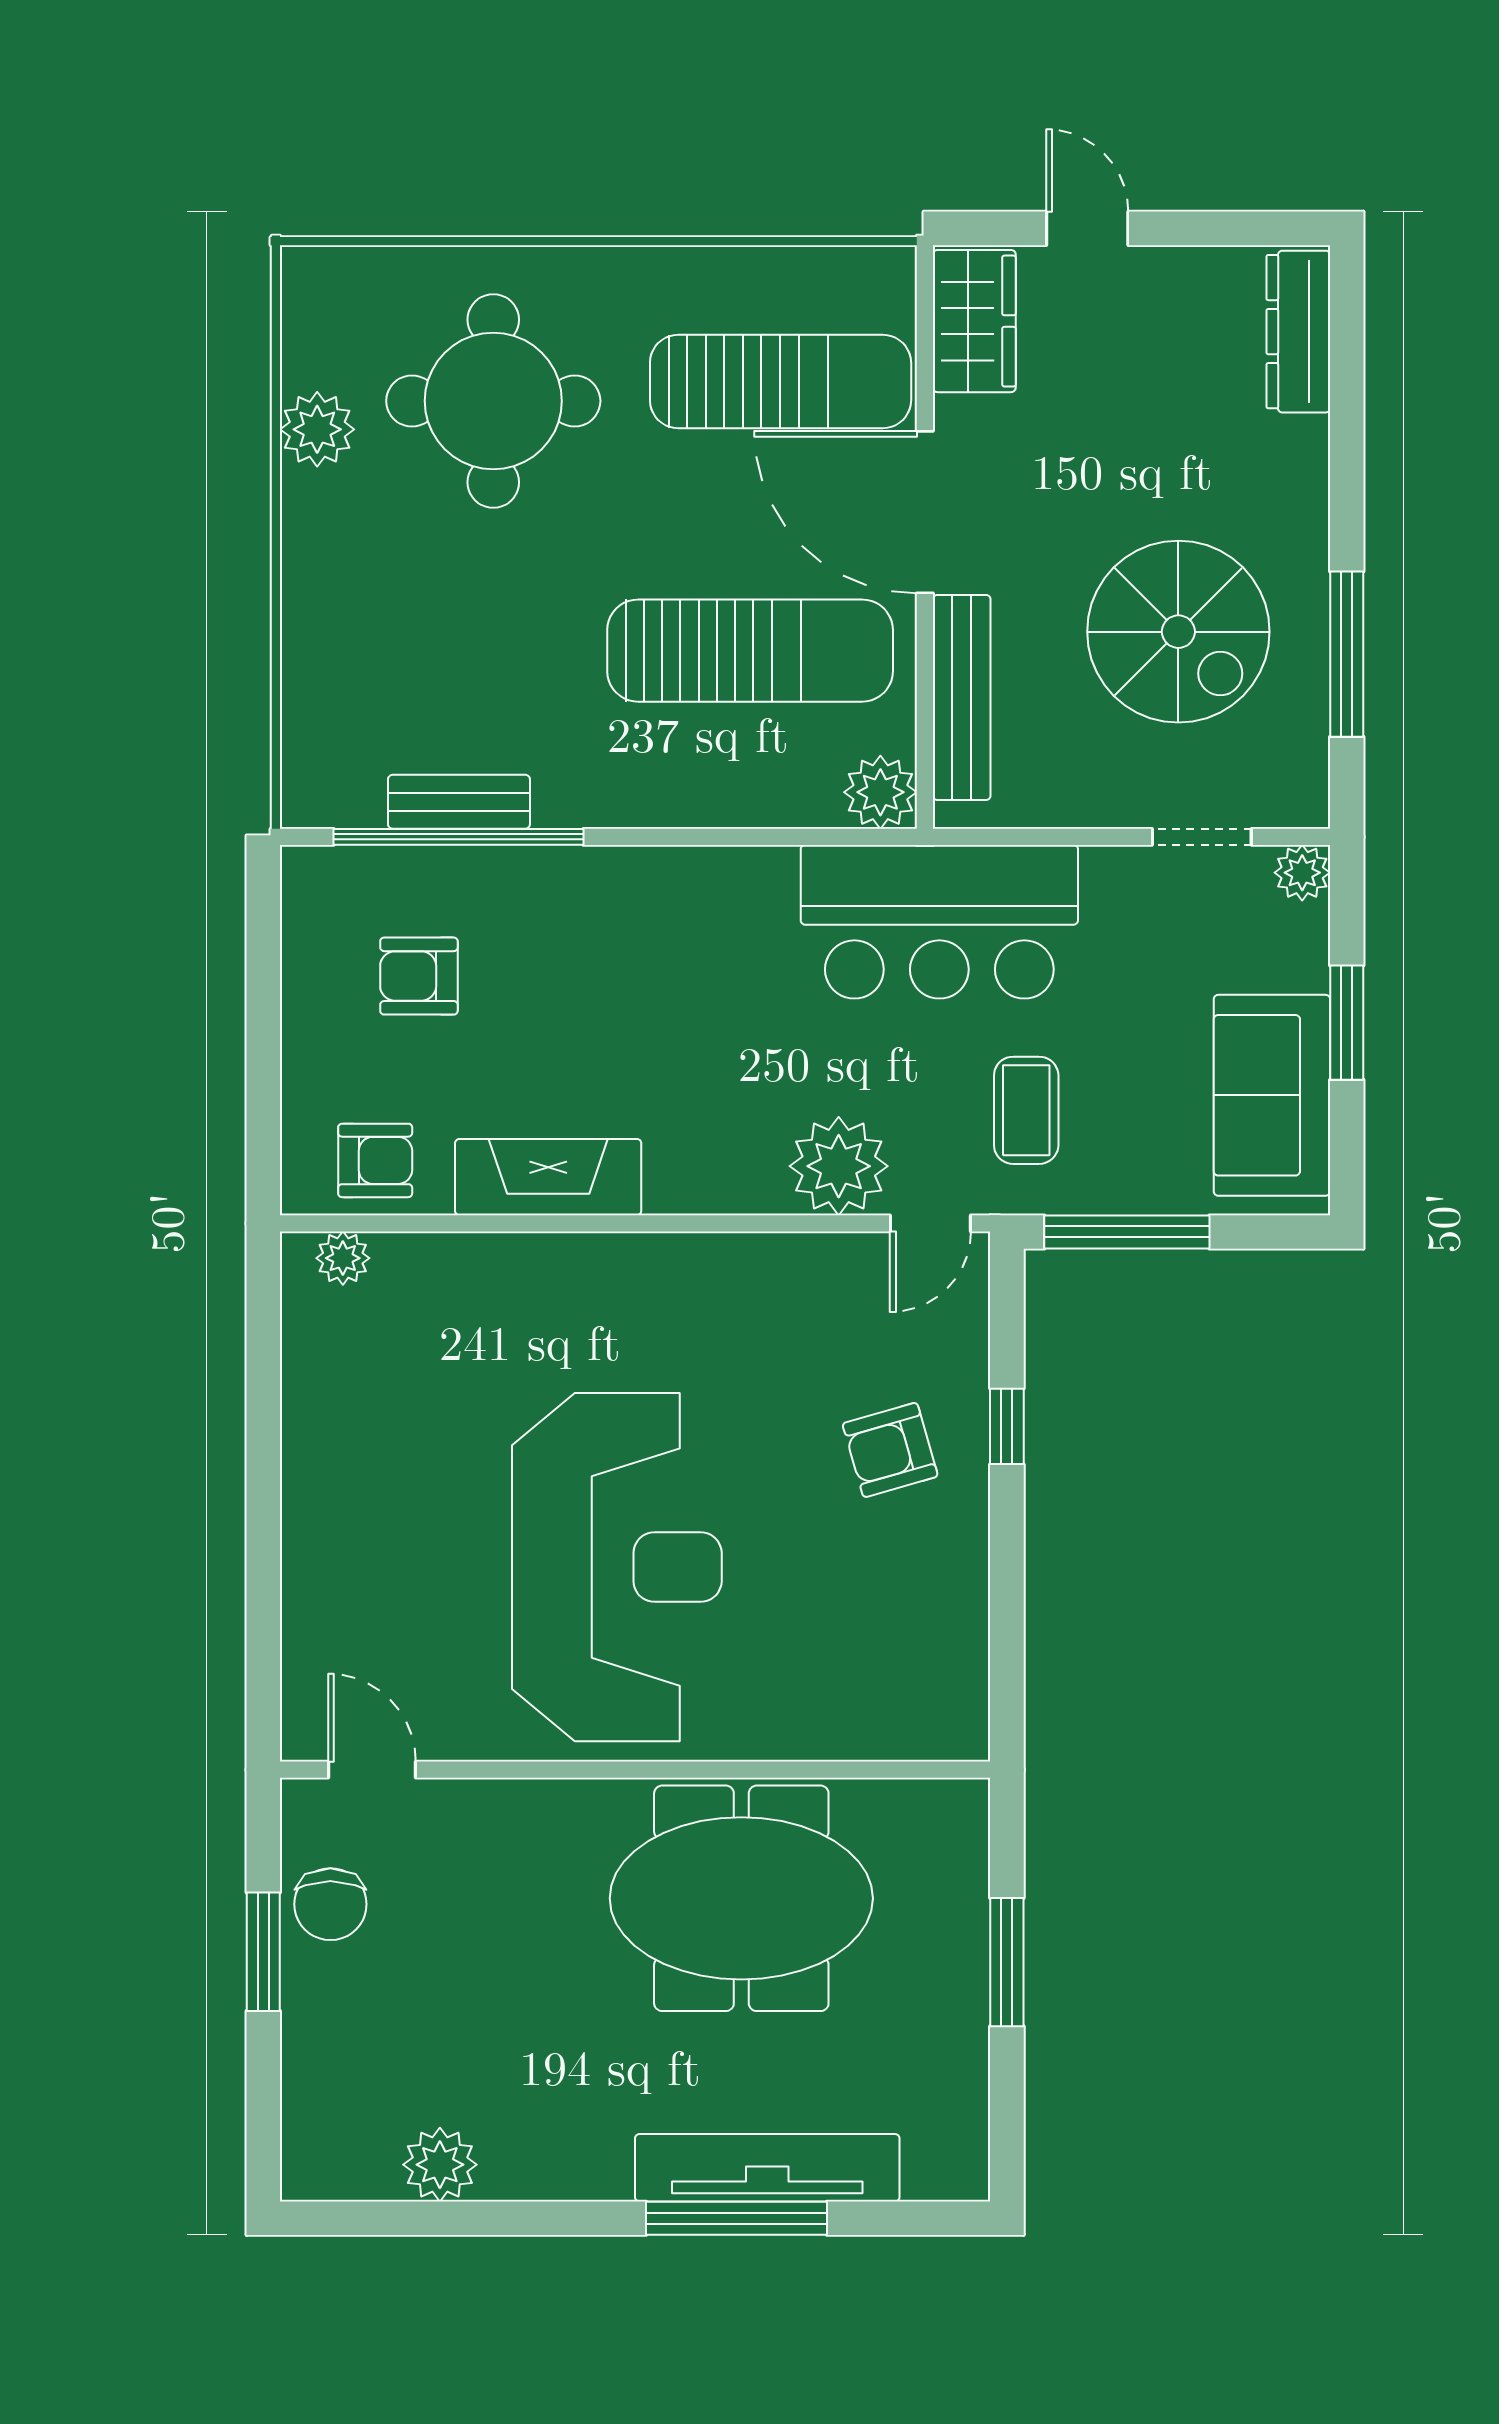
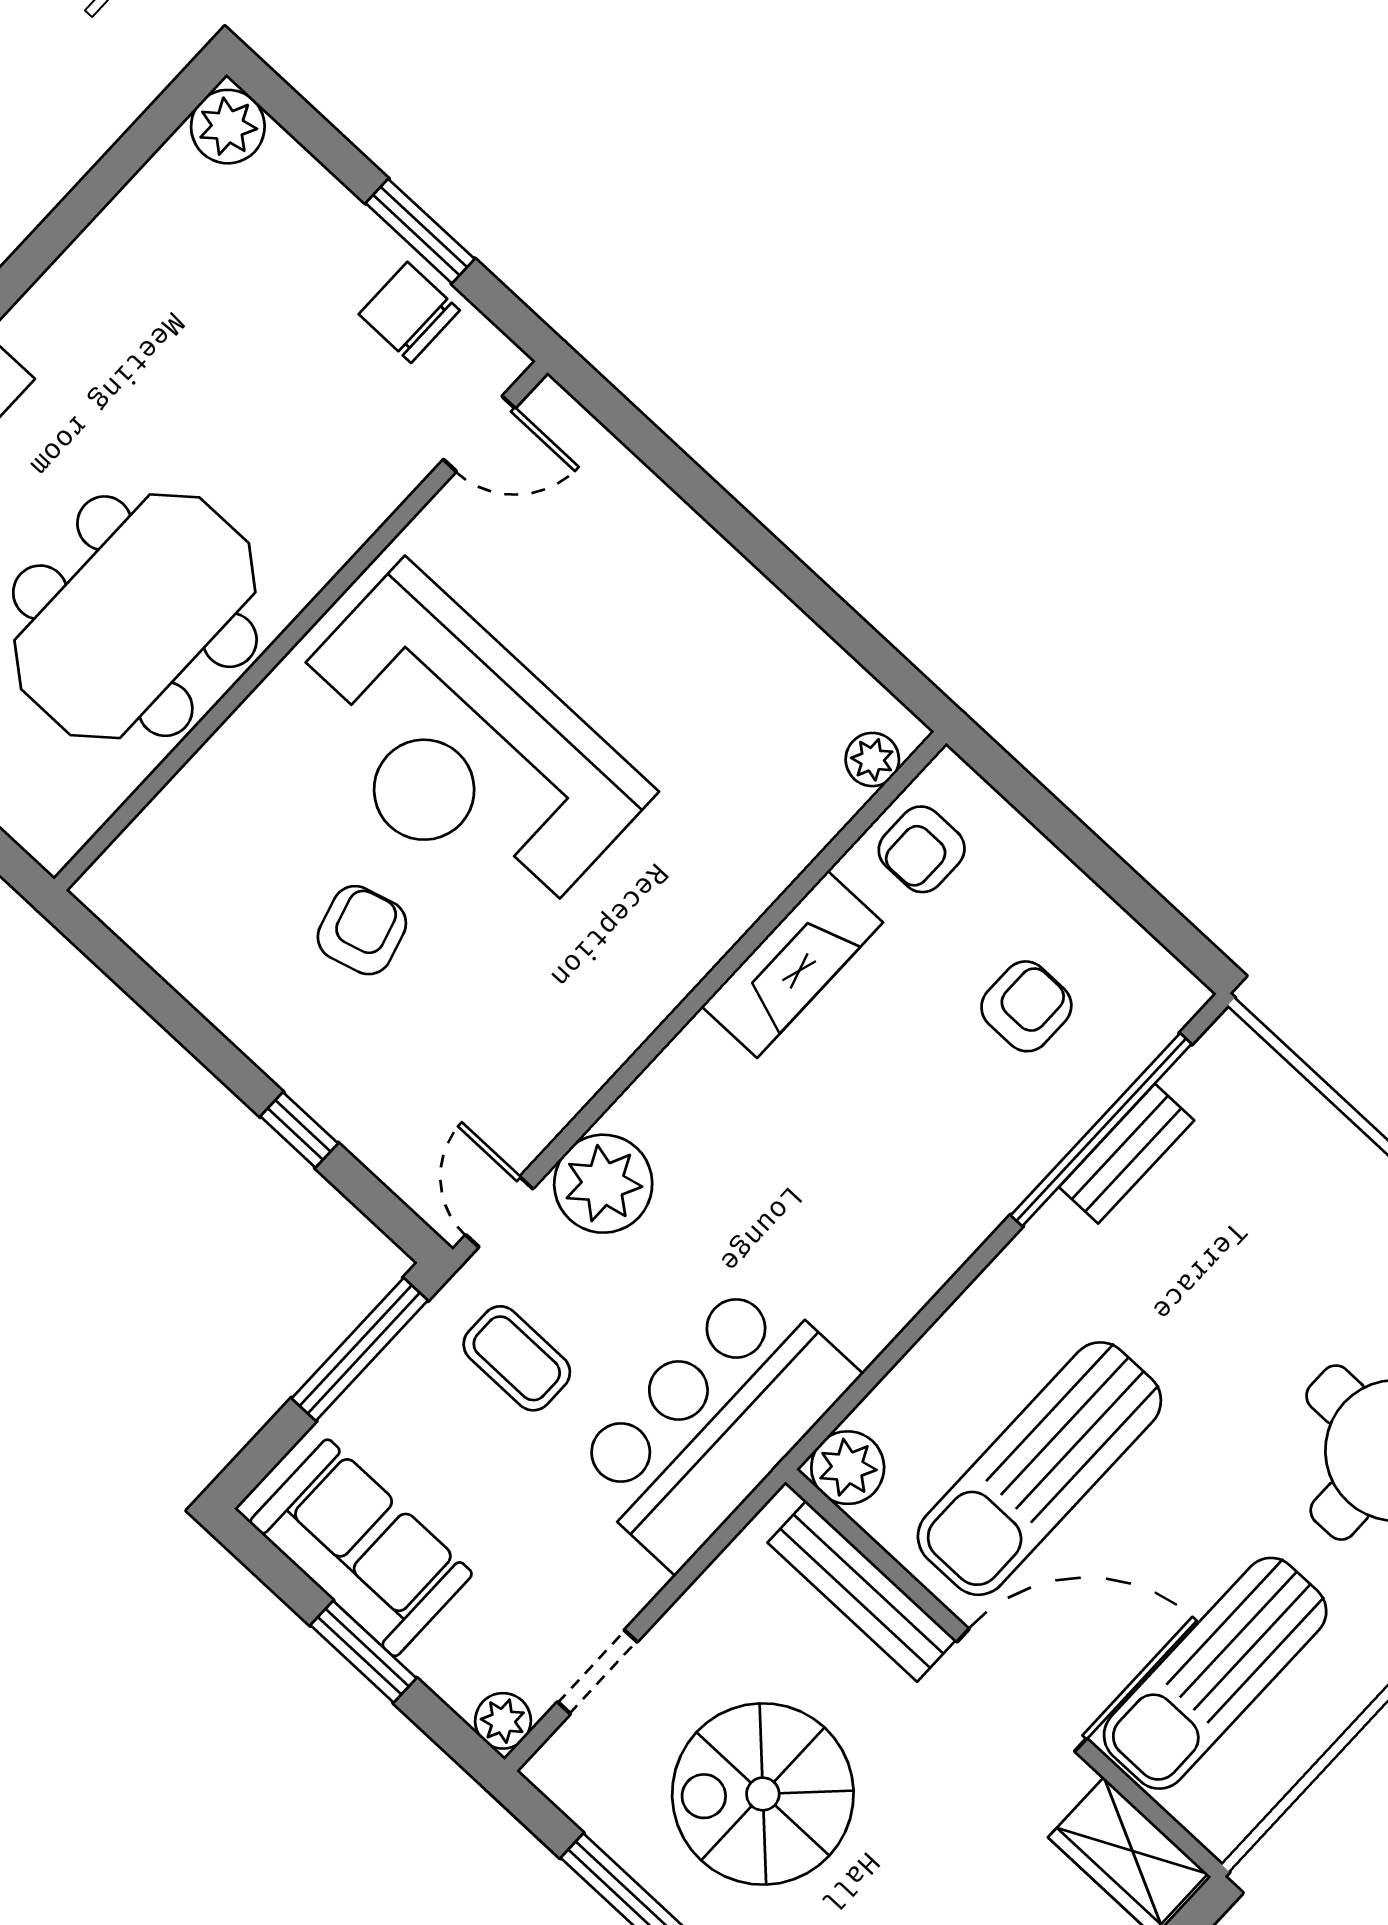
armchair: (890, 1450) -> (362, 930), moved
plant: (440, 2165) -> (228, 127), moved

